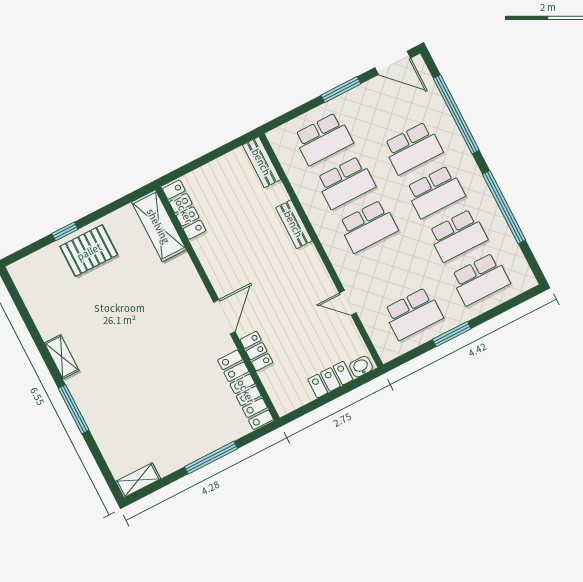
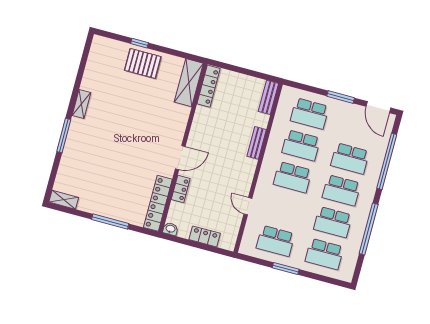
washbasin: (361, 367) -> (170, 229), moved

